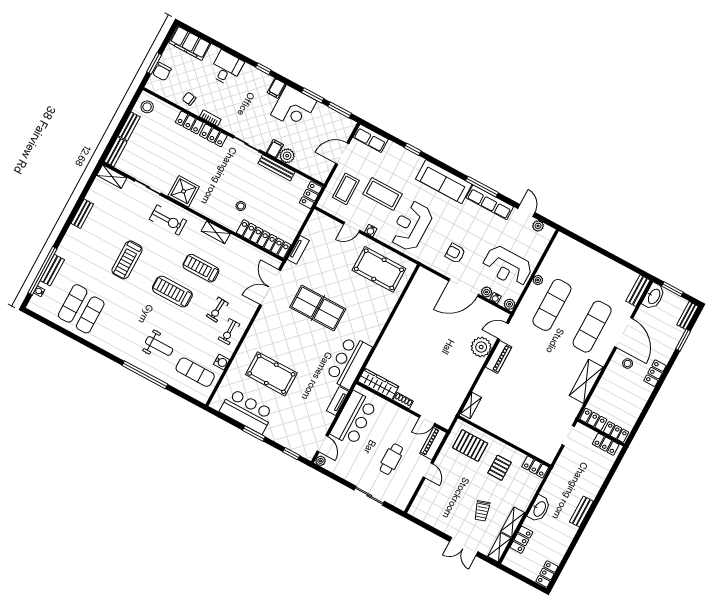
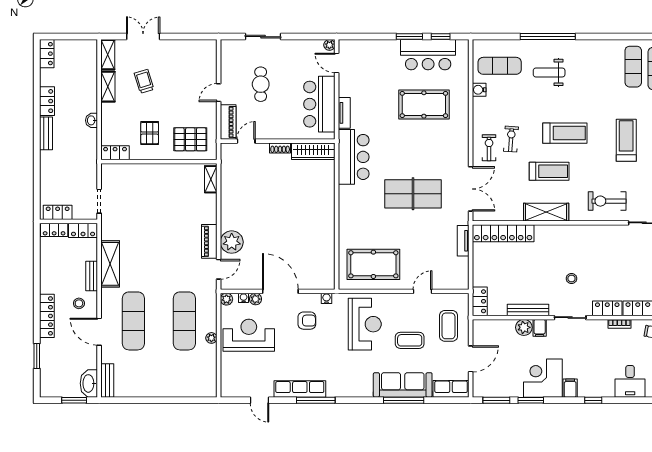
window: (413, 149) -> (404, 400), width x2.17
sofa: (444, 182) -> (403, 385), moved
shower: (184, 191) -> (607, 238), removed
coffee table: (383, 194) -> (410, 340), width x0.73, depth x0.76
stool: (241, 206) -> (571, 279), moved
plant: (538, 226) -> (240, 391), removed
water cooler: (371, 230) -> (327, 298), moved
shelving: (216, 232) -> (546, 212), width x1.50, depth x1.33
door: (464, 288) -> (280, 291), hinge flipped
bench: (688, 315) -> (92, 276), moved
exercise bike: (229, 332) -> (489, 148), moved
door: (624, 333) -> (99, 332), width x0.73
locker: (655, 373) -> (47, 316), width x1.53
window: (291, 454) -> (441, 37), moved
door: (428, 470) -> (219, 93), hinge flipped
washbasin: (539, 509) -> (91, 120), width x0.52, depth x0.69
locker: (521, 540) -> (47, 101), moved, turned 180

